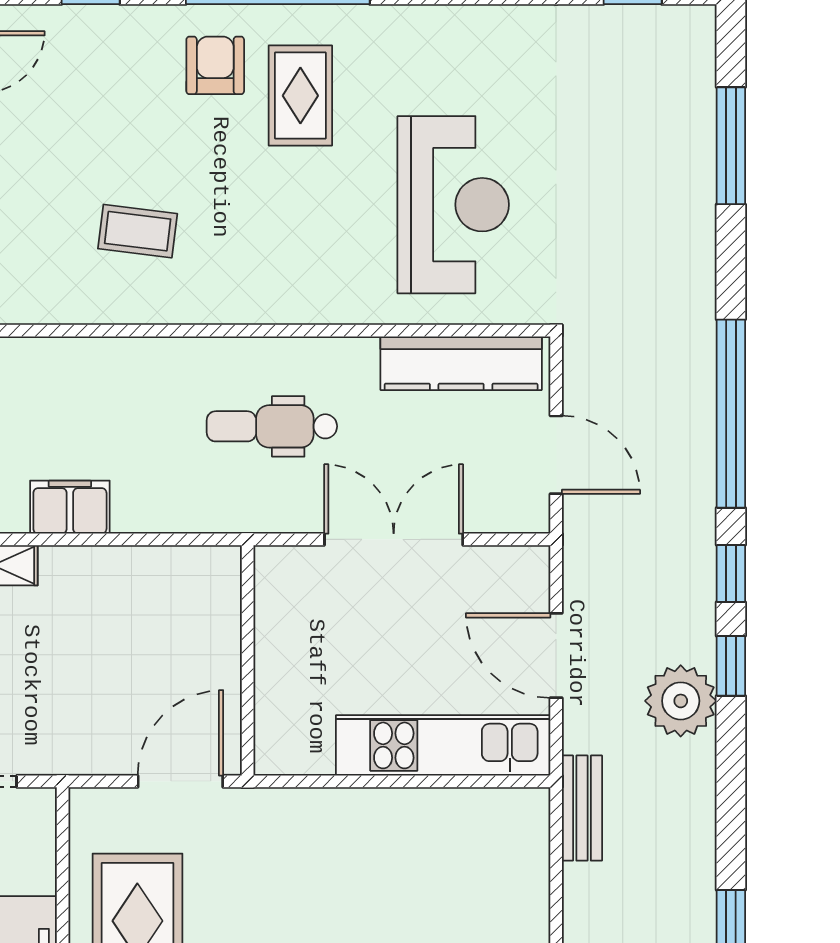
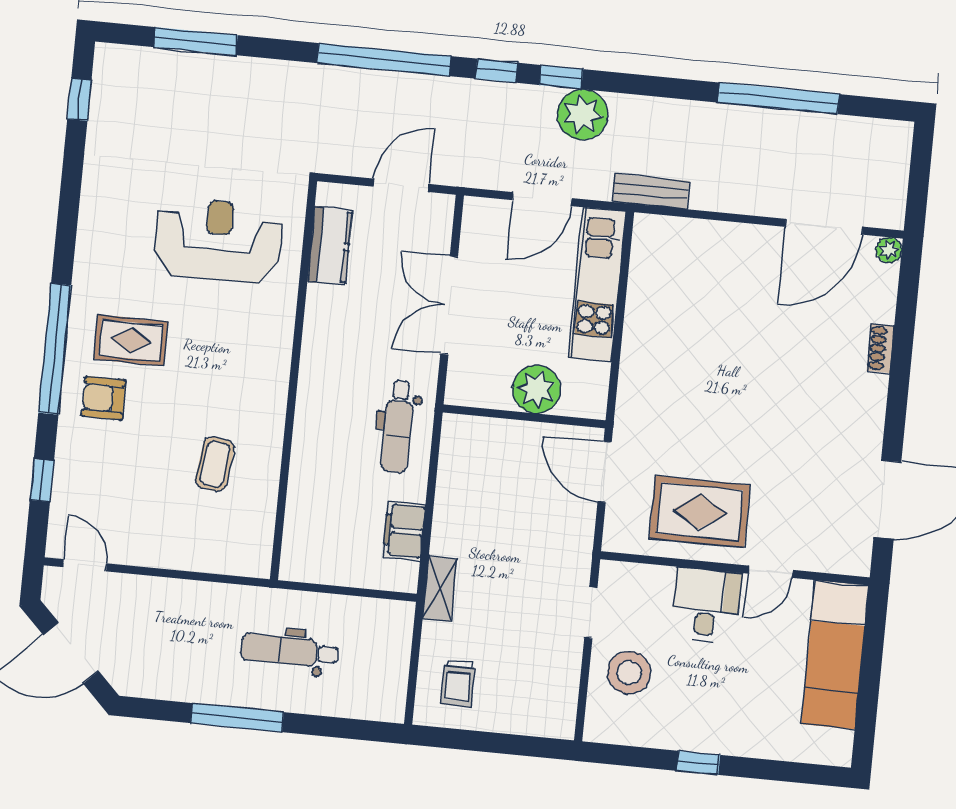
kitchen counter: (461, 363) -> (330, 246), width x0.67
dental chair: (272, 426) -> (398, 426), moved
plant: (287, 674) -> (537, 389), added

